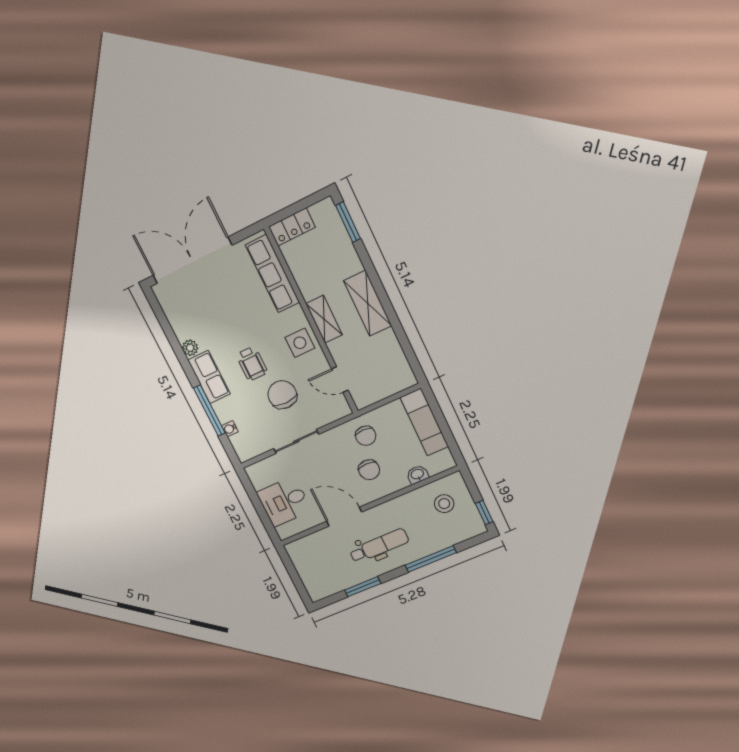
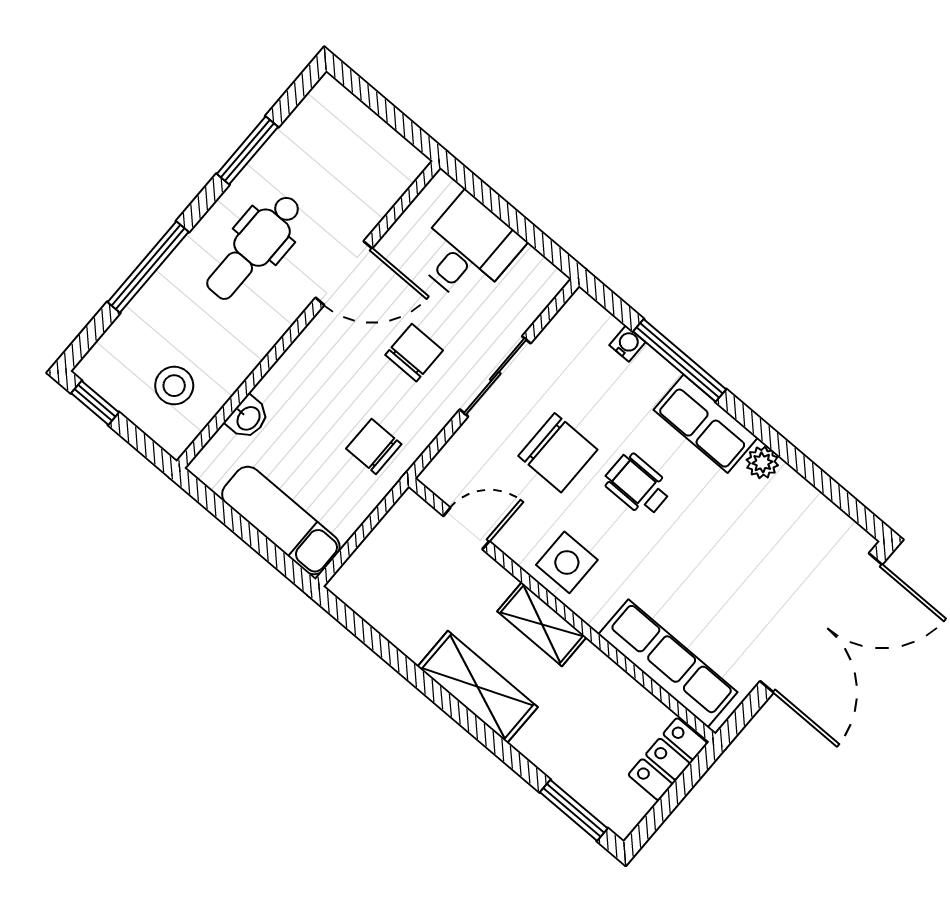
chair: (369, 470) -> (414, 353), moved, turned 90

